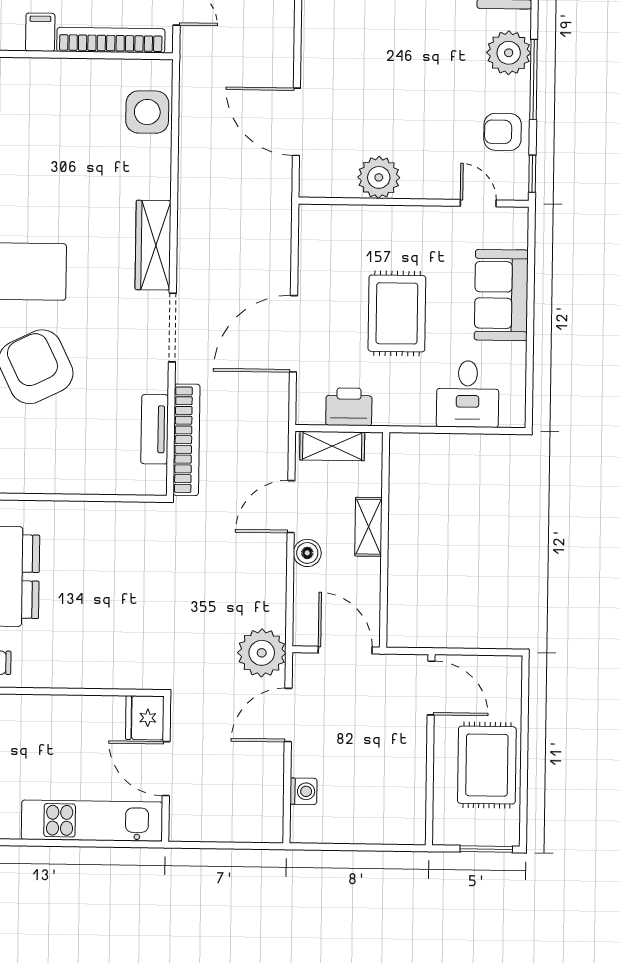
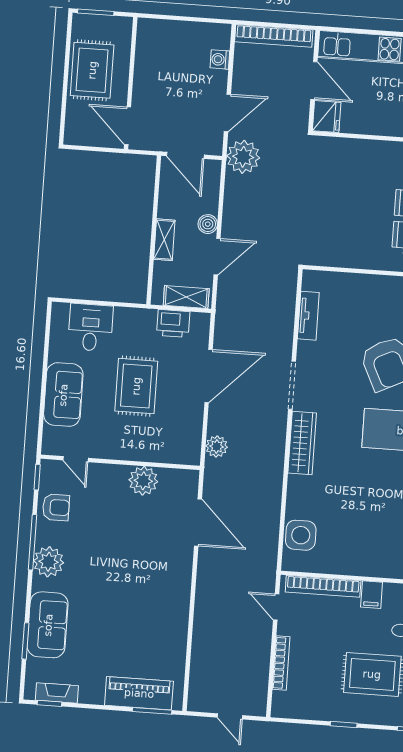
plant: (276, 233) -> (217, 447), added
bookcase: (186, 440) -> (274, 36), moved, turned -90

